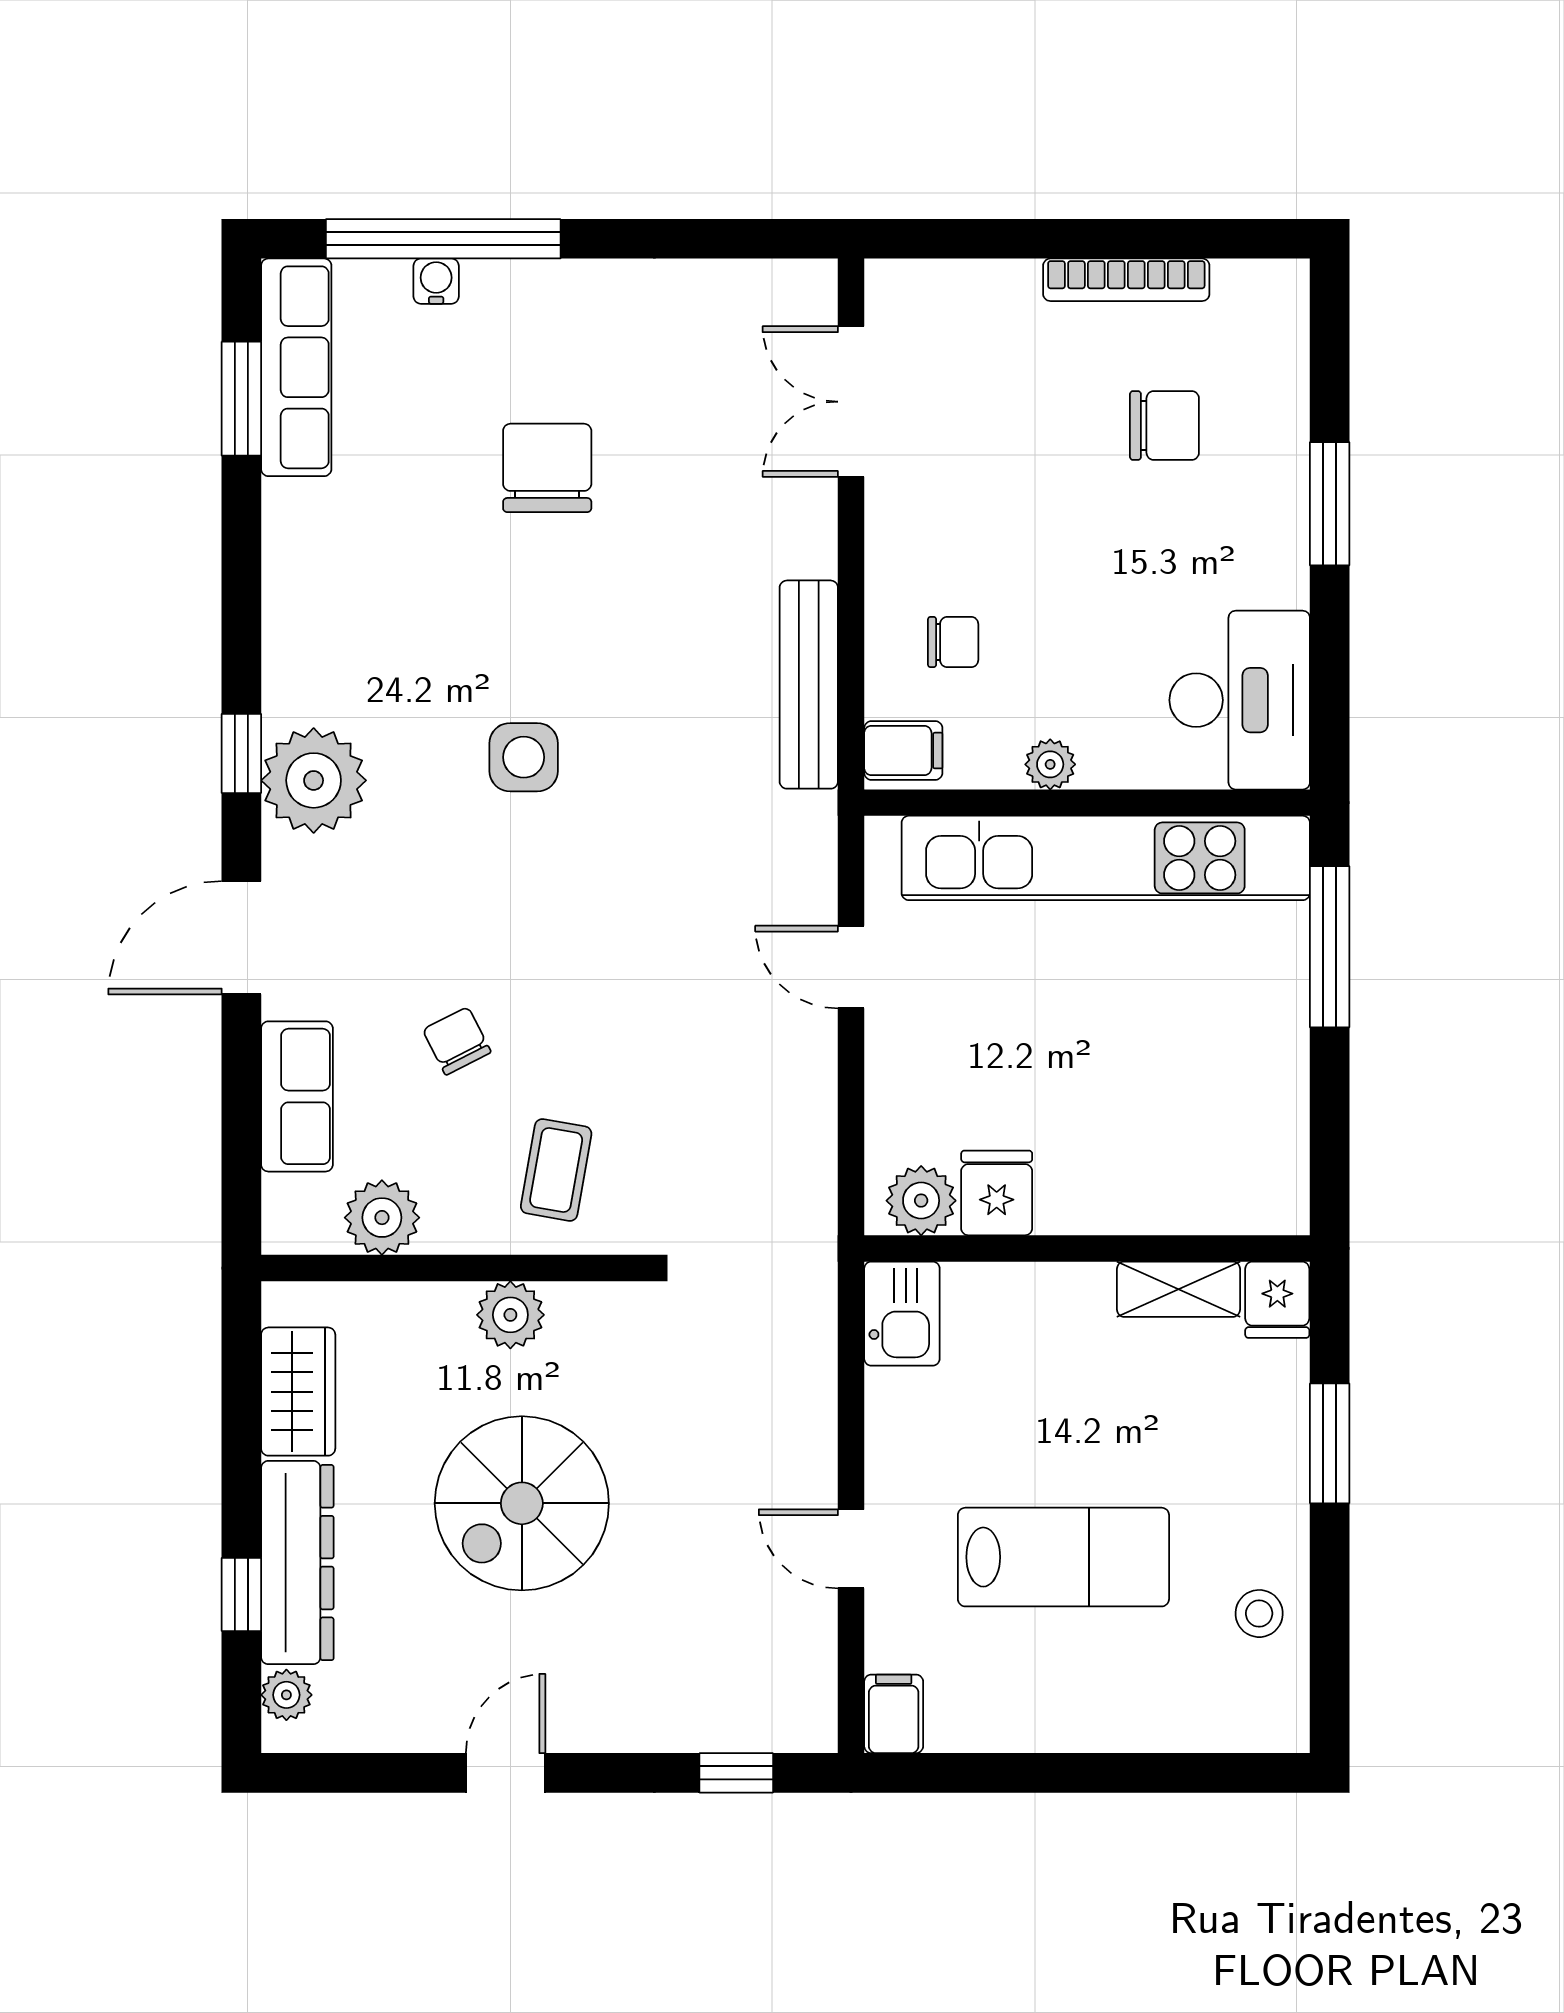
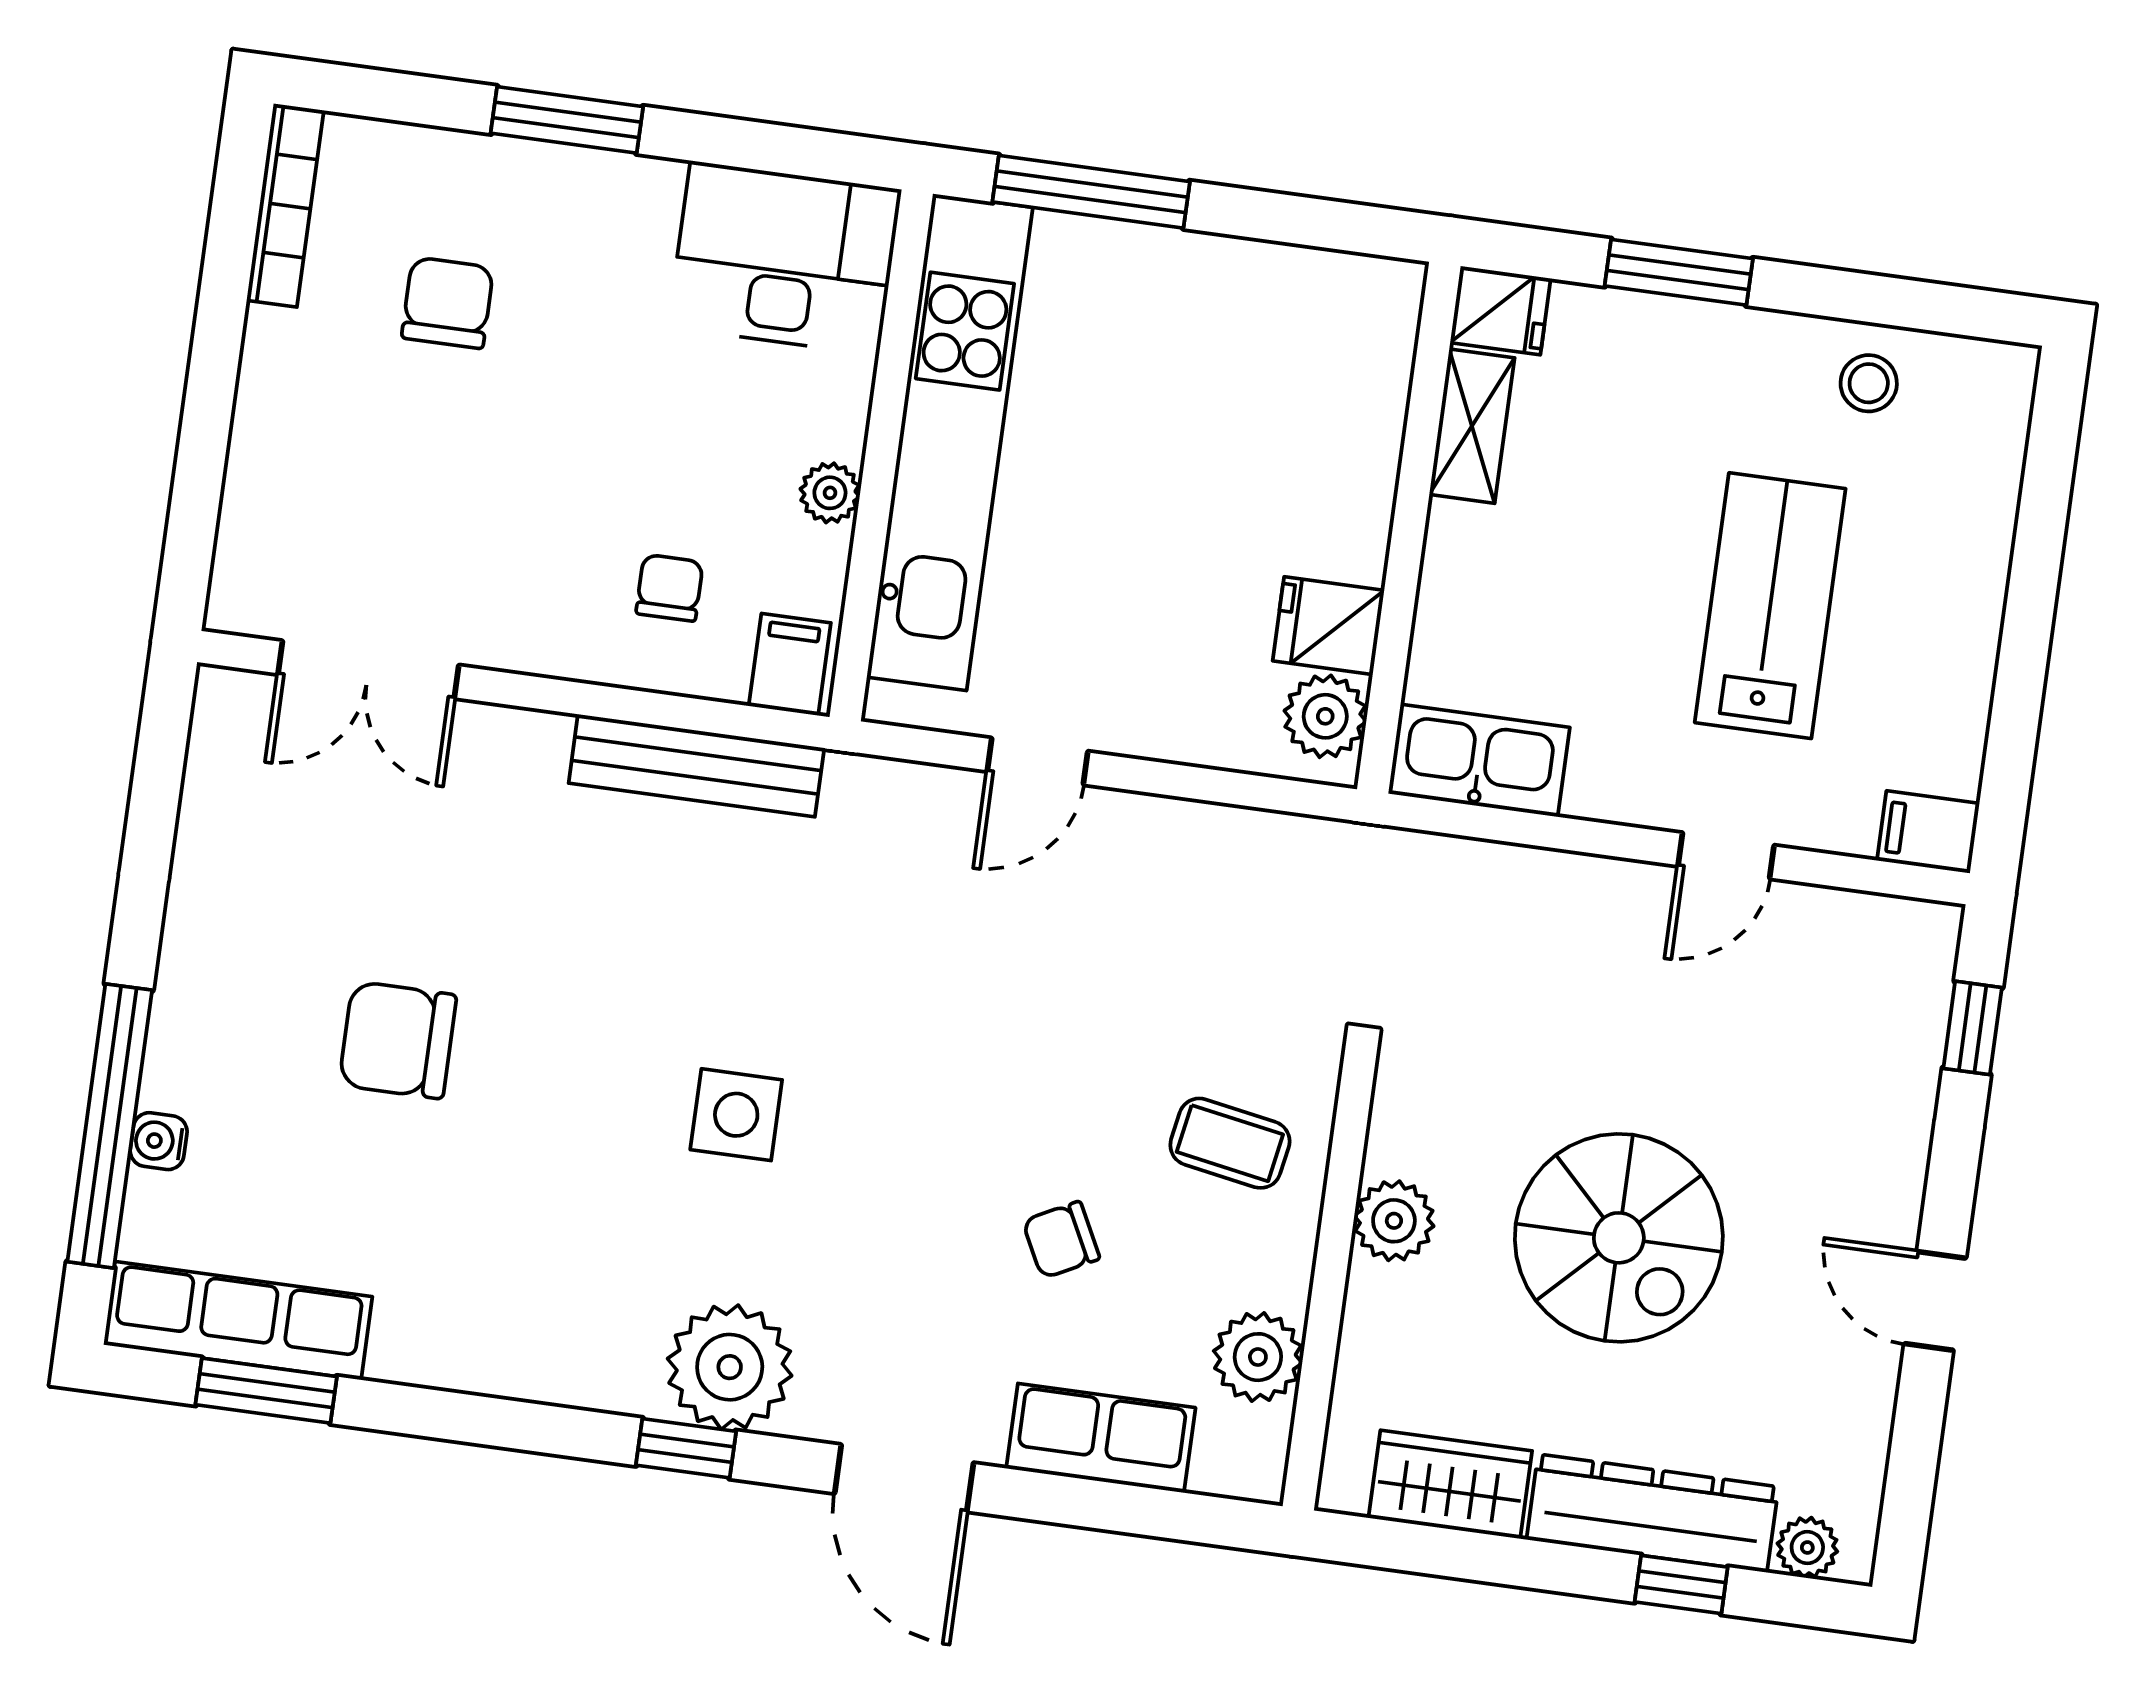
bookcase: (1126, 280) -> (285, 205), moved
kitchen sink: (902, 1314) -> (1479, 761), width x1.38

